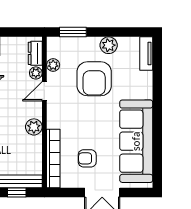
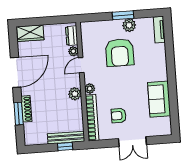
window: (73, 32) -> (123, 15), moved
plant: (53, 65) -> (90, 89), moved
sofa: (136, 141) -> (159, 99), width x0.54, depth x0.79

